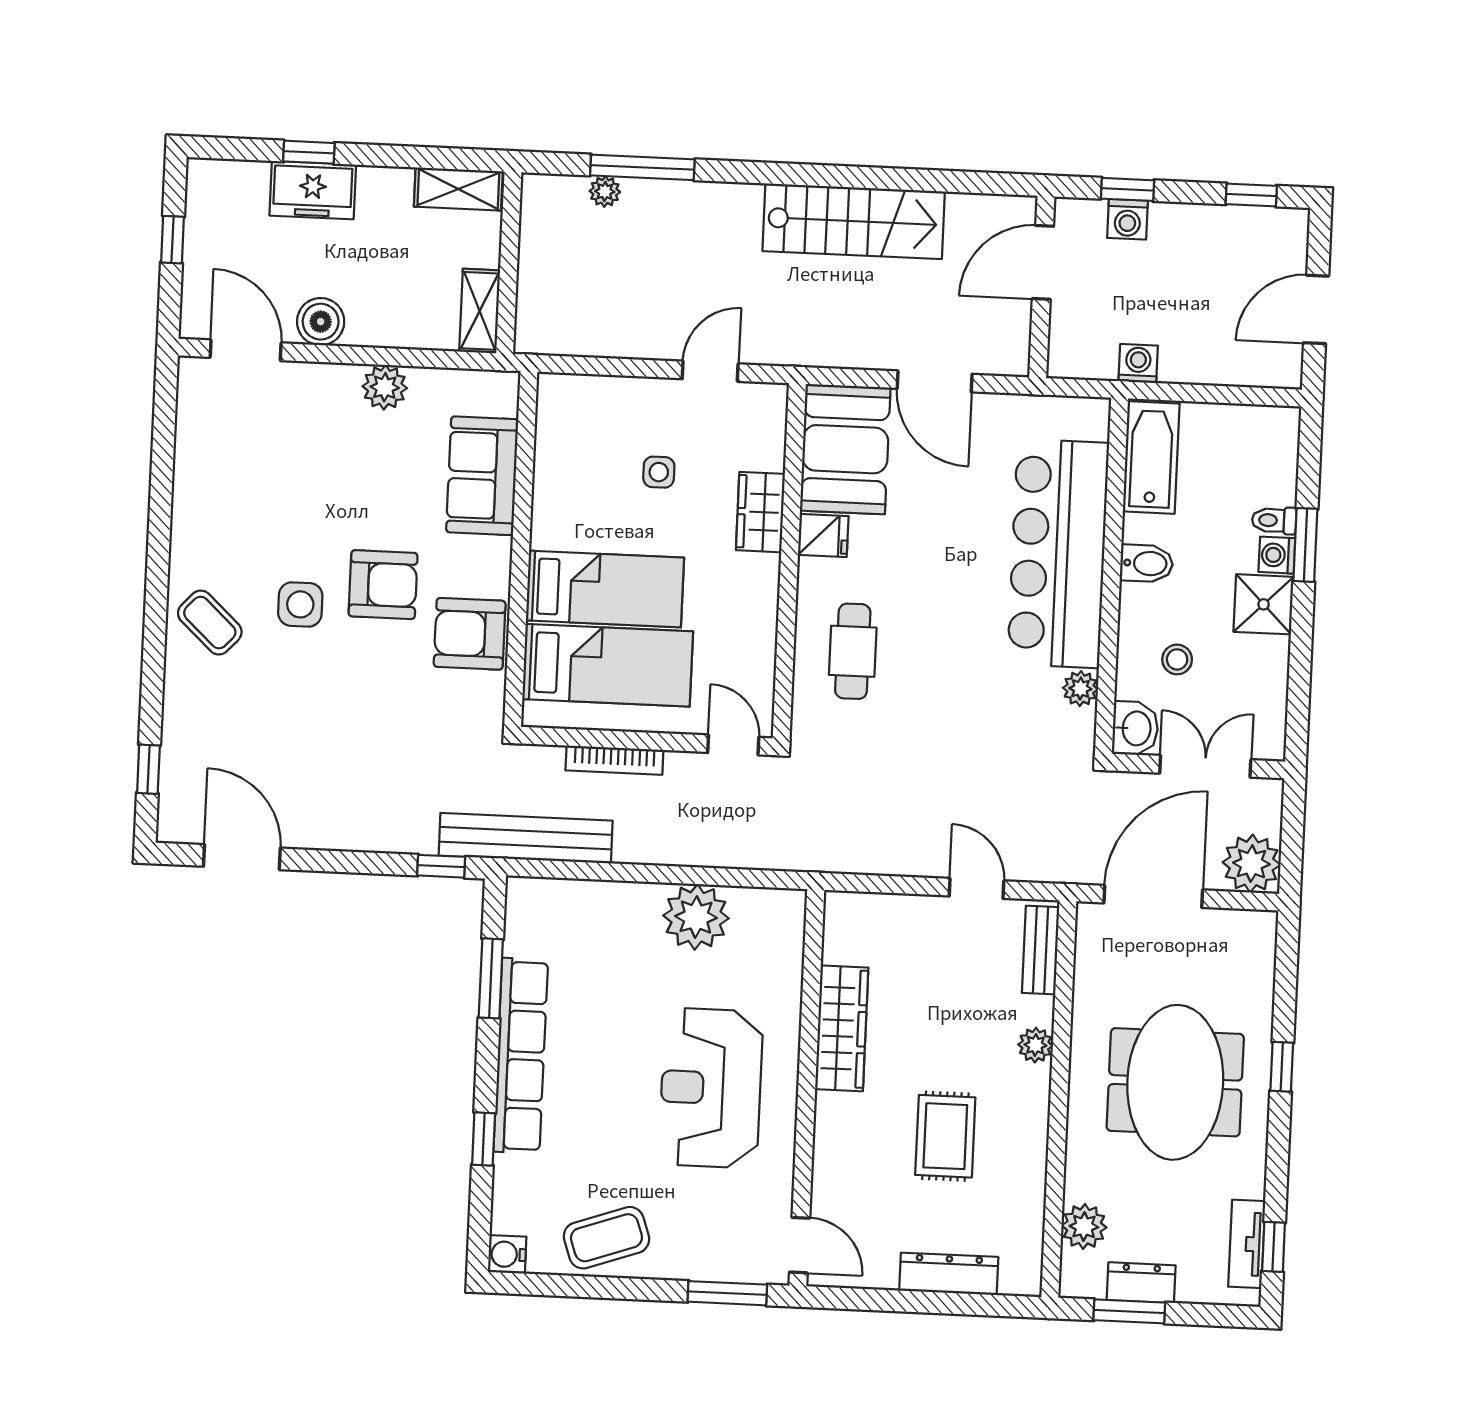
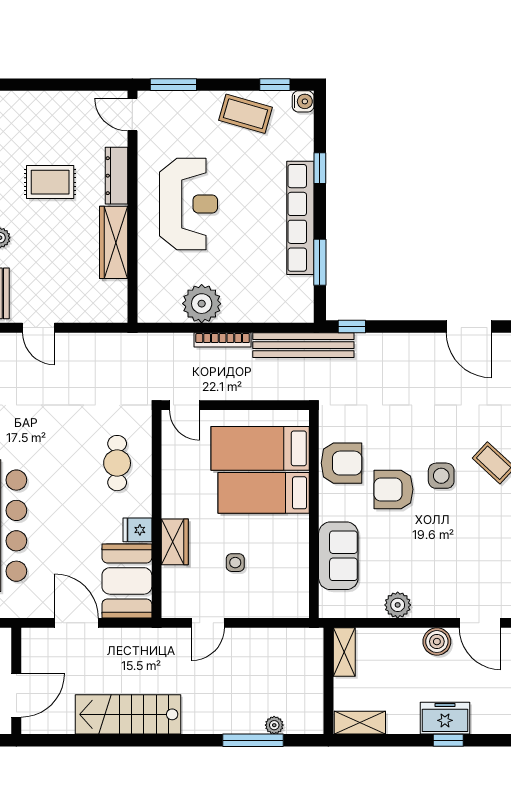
bookcase: (614, 760) -> (223, 340), moved, turned 180
rug: (945, 1136) -> (50, 182), turned 90
coffee table: (606, 1238) -> (246, 114), turned 35
dresser: (949, 1274) -> (116, 176), moved, turned 90
window: (554, 1285) -> (275, 85), added

